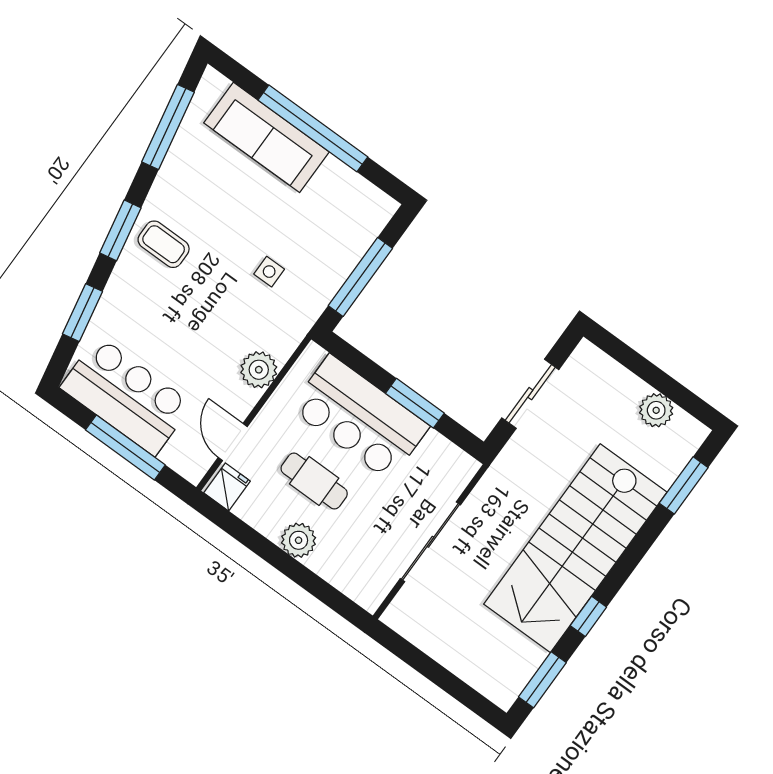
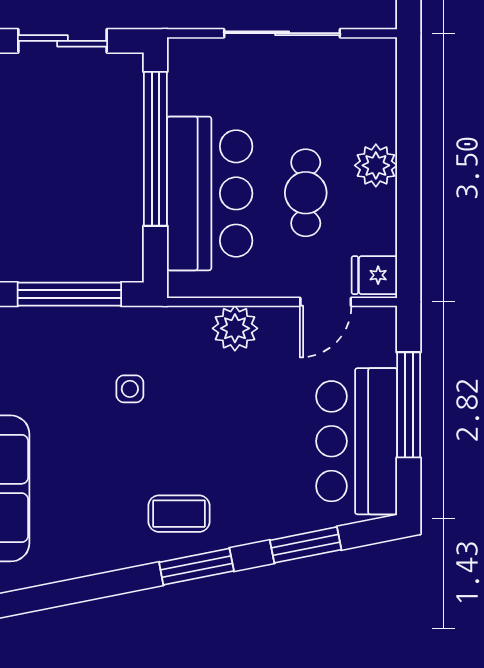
window: (168, 127) -> (59, 594), removed
coffee table: (164, 244) -> (179, 514), turned 90
window: (415, 403) -> (155, 149), width x2.11

